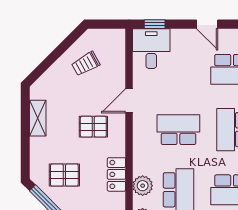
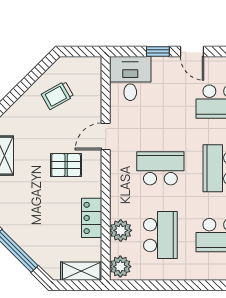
window: (155, 24) -> (158, 51), moved
pallet: (64, 175) -> (34, 219), removed

